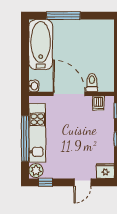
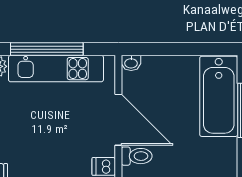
bathtub: (41, 45) -> (219, 96), moved, turned 90
door: (69, 94) -> (118, 120), hinge flipped

